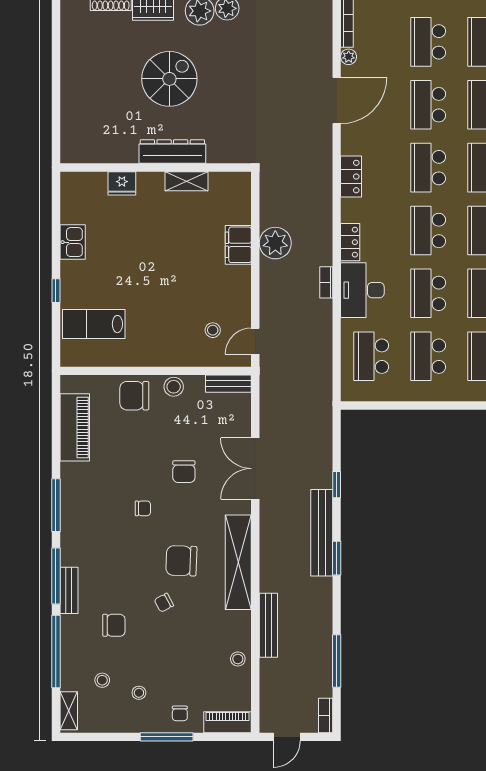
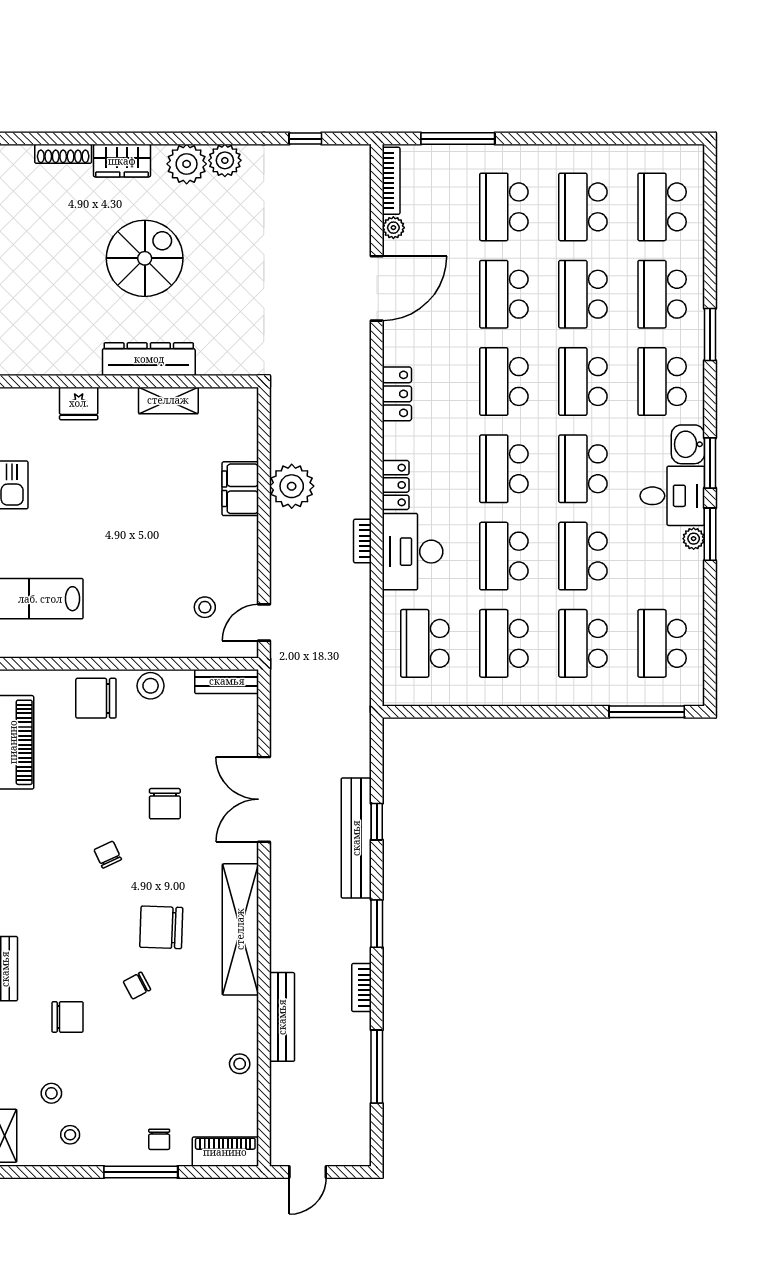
chair: (143, 508) -> (108, 855), turned -115
bench: (322, 533) -> (356, 838), moved
stool: (139, 693) -> (70, 1135), moved
bookcase: (326, 715) -> (362, 988), moved

